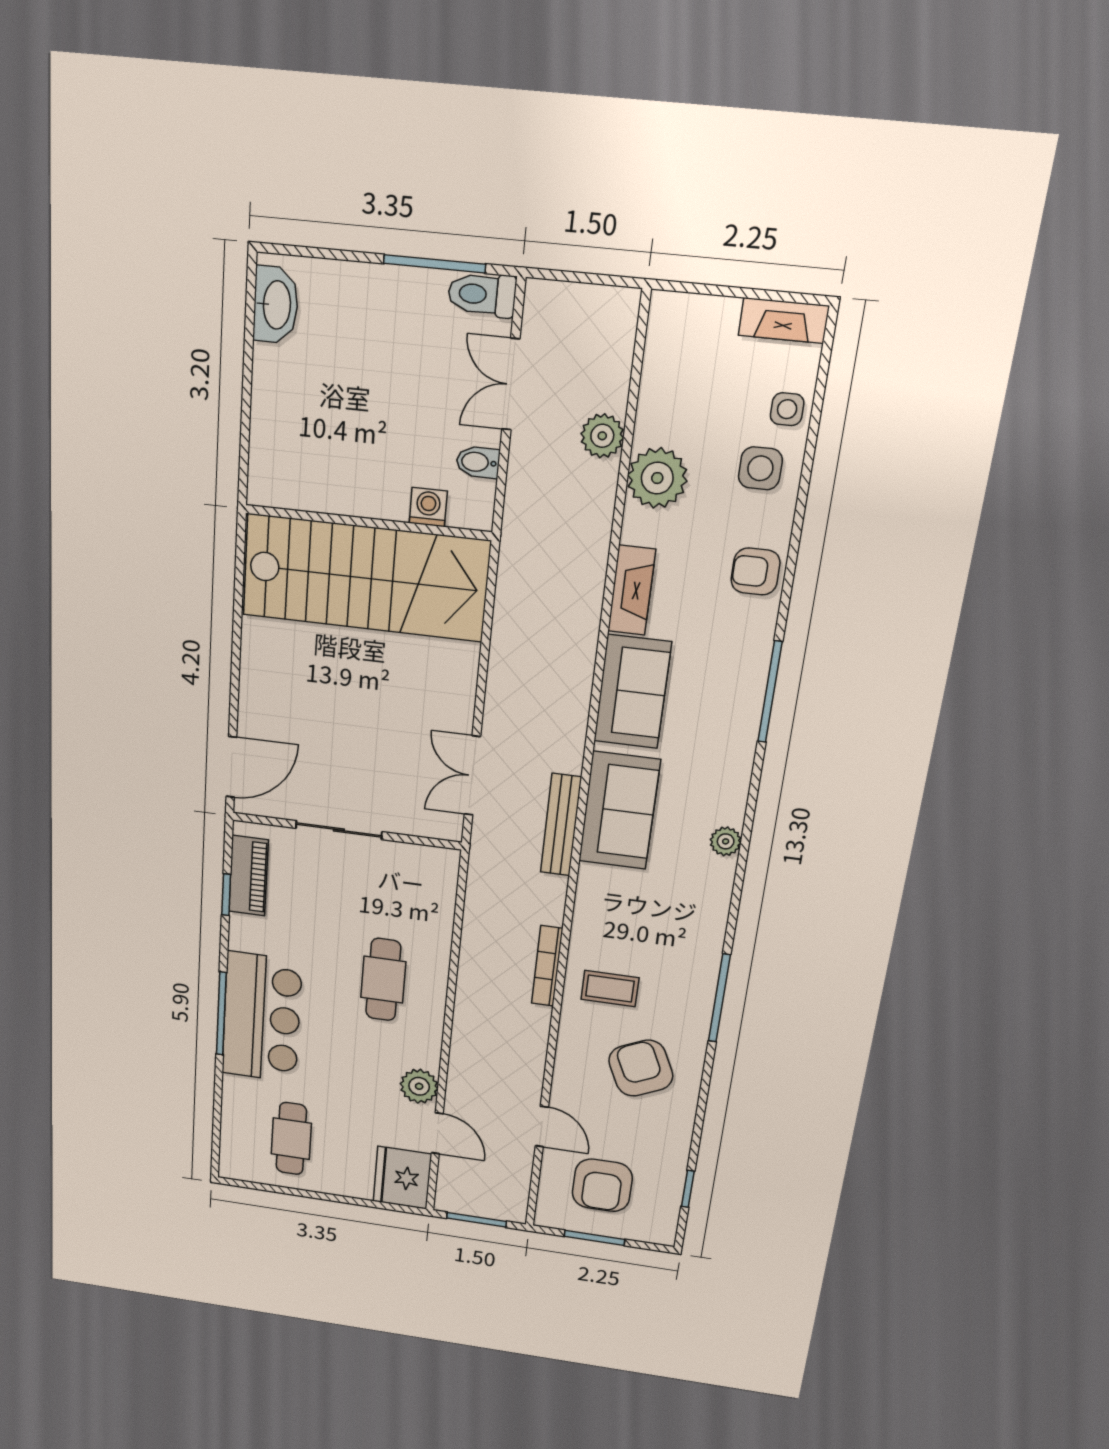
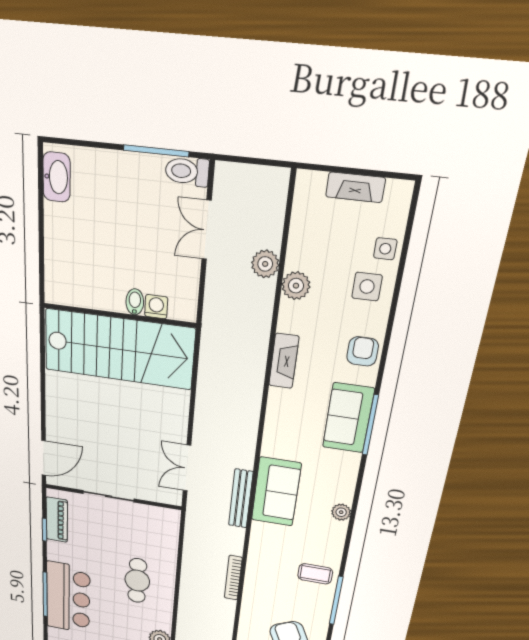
fireplace: (784, 321) -> (355, 187), moved
bidet: (478, 462) -> (135, 302), moved, turned 90
plant: (657, 478) -> (296, 286), width x0.73, depth x0.73
armchair: (756, 571) -> (363, 351), turned 90
sofa: (632, 692) -> (348, 418), moved, turned 180
coffee table: (610, 989) -> (315, 574), moved

